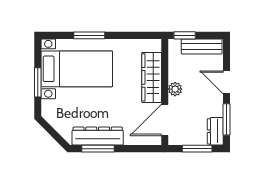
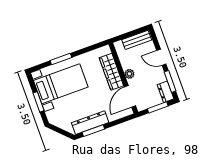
window: (185, 35) -> (123, 37), removed

